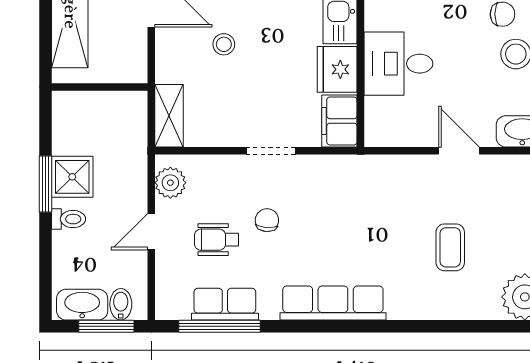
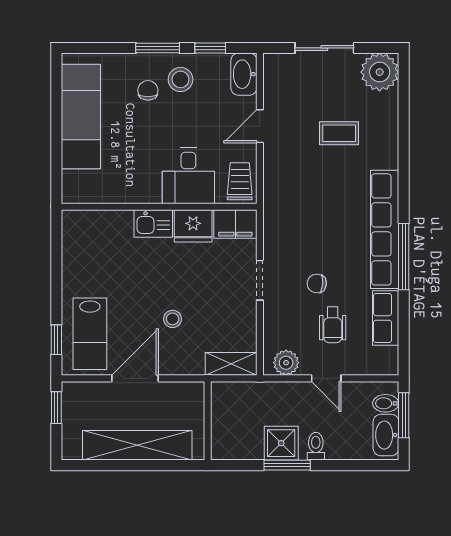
trolley: (392, 126) -> (240, 181), added
row of seats: (333, 303) -> (385, 229), width x1.36
window: (220, 326) -> (404, 257), moved

